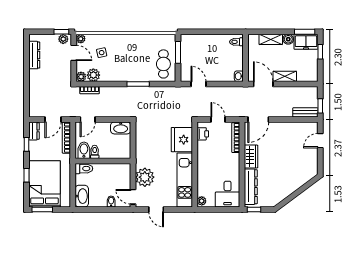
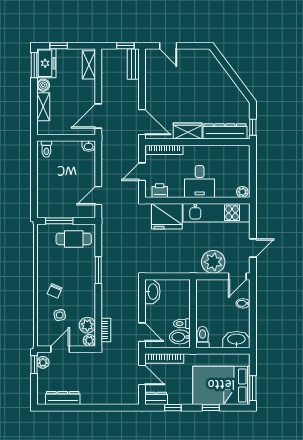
plant: (81, 39) -> (42, 341), removed
chair: (121, 49) -> (55, 291), added
shelving: (285, 76) -> (89, 65), moved
desk: (228, 194) -> (200, 181), moved, turned 90

